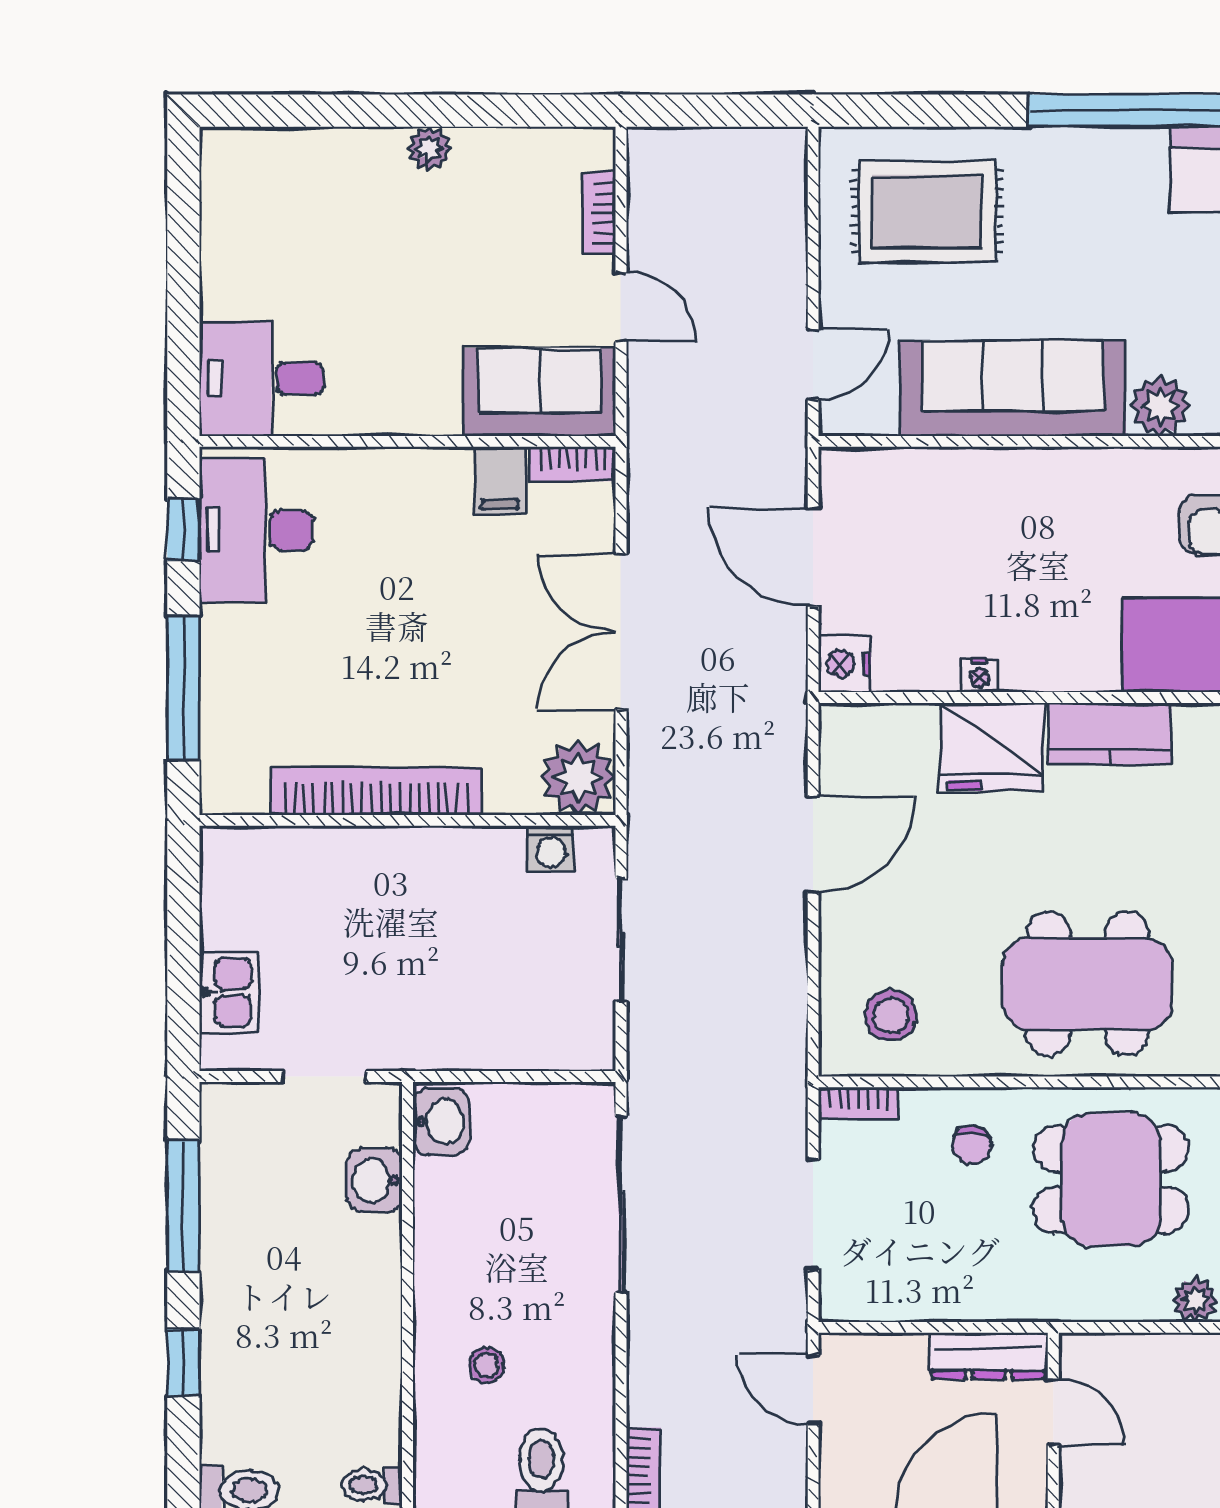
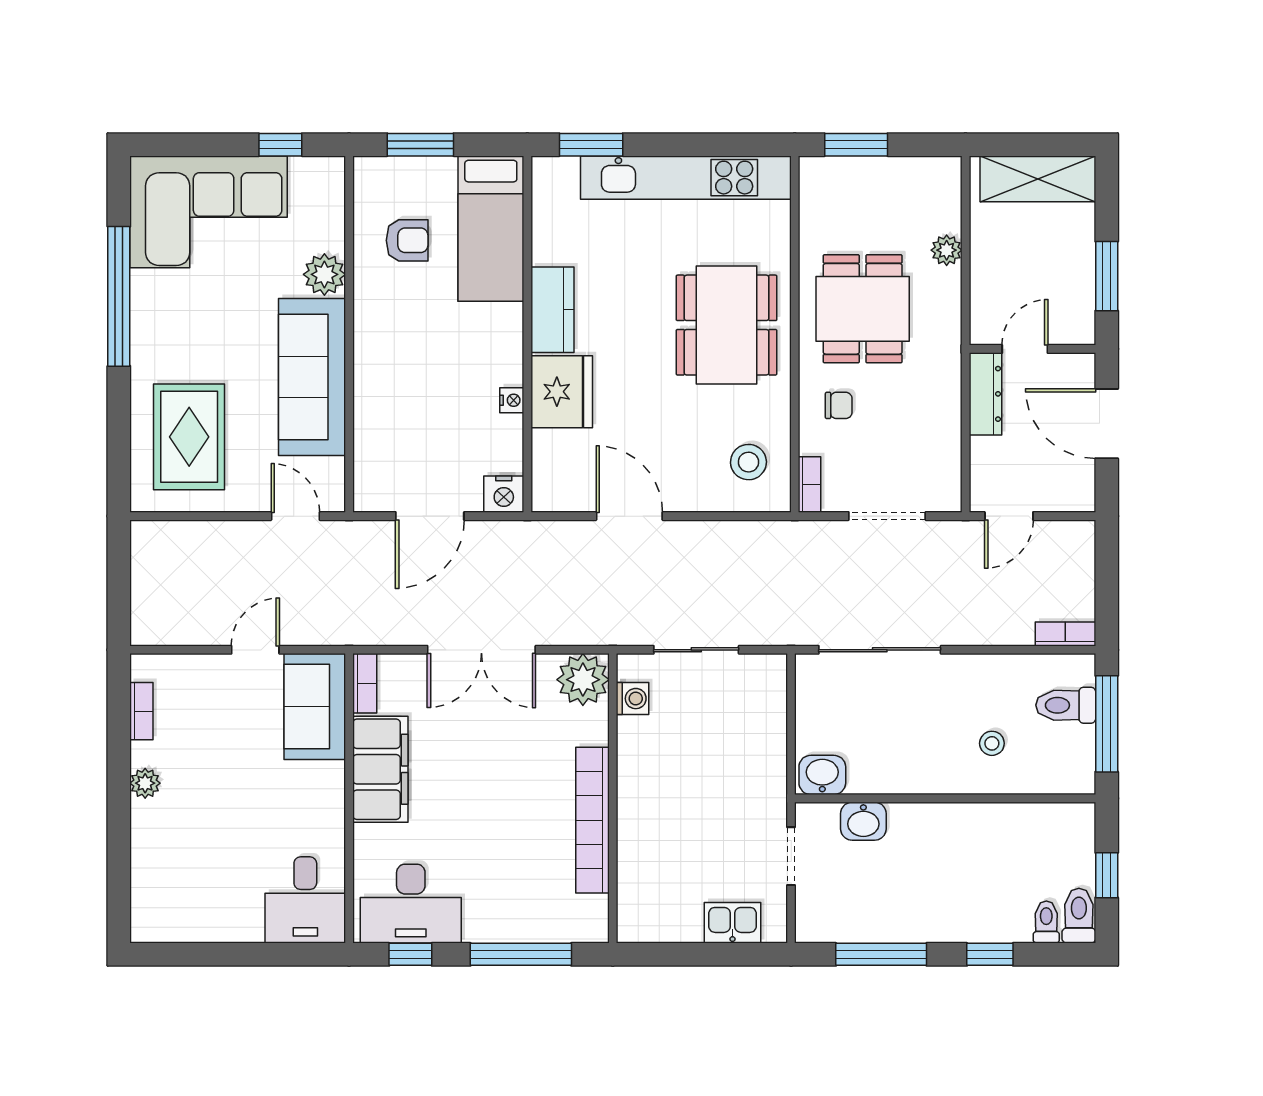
bookcase: (599, 214) -> (141, 711), moved, turned -90
filing cabinet: (500, 481) -> (380, 769), width x3.00, depth x1.17
toilet: (372, 1485) -> (1046, 922), moved, turned 180

